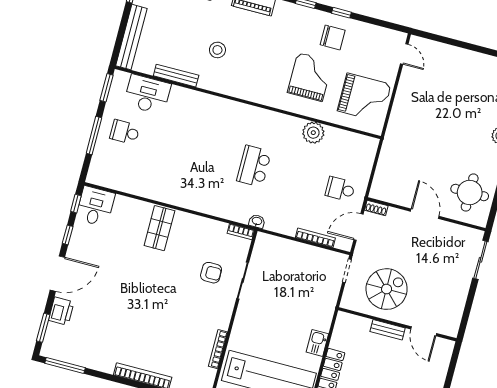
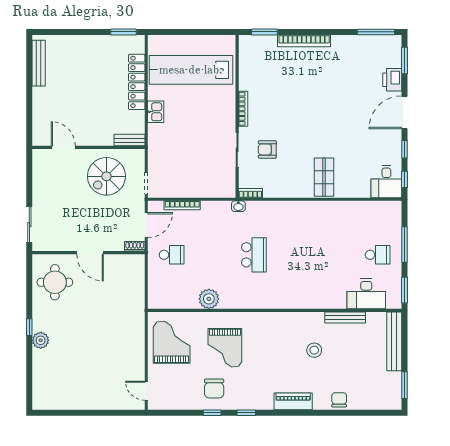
chair: (333, 37) -> (214, 389), turned -90
grand piano: (364, 98) -> (172, 342), turned 90
bench: (388, 330) -> (129, 140), moved
bookcase: (218, 349) -> (243, 109), moved

